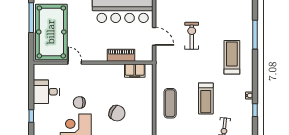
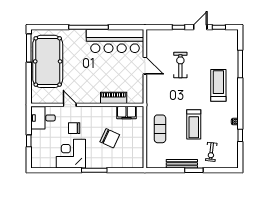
piano: (121, 55) -> (114, 98), moved
door: (75, 63) -> (70, 105), moved
wall: (93, 63) -> (87, 105), moved
filing cabinet: (135, 71) -> (127, 113), moved

